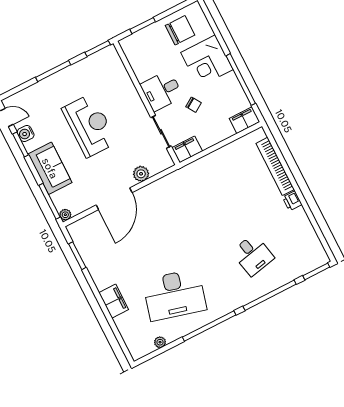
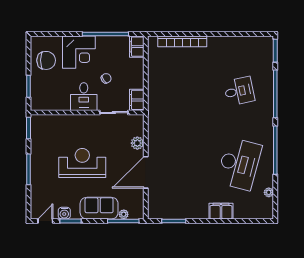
chair: (180, 30) -> (46, 60), turned 90
door: (114, 199) -> (146, 172), swing flipped
printer: (292, 201) -> (214, 42), removed
plant: (65, 215) -> (124, 214), moved

